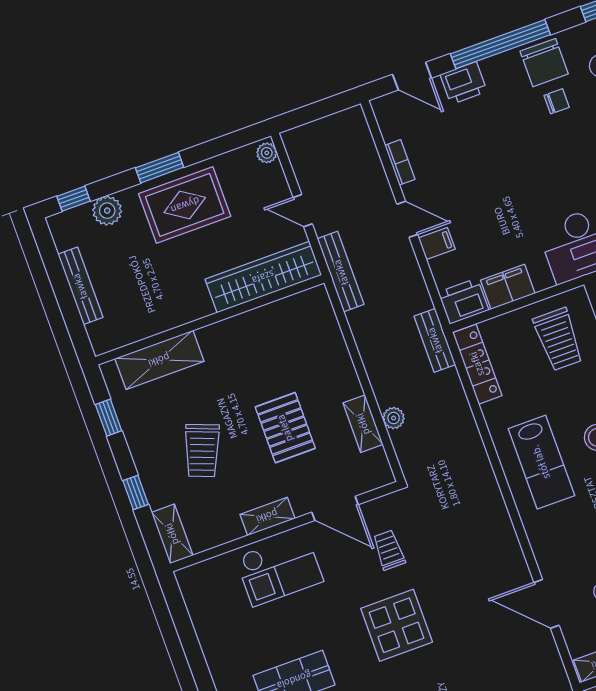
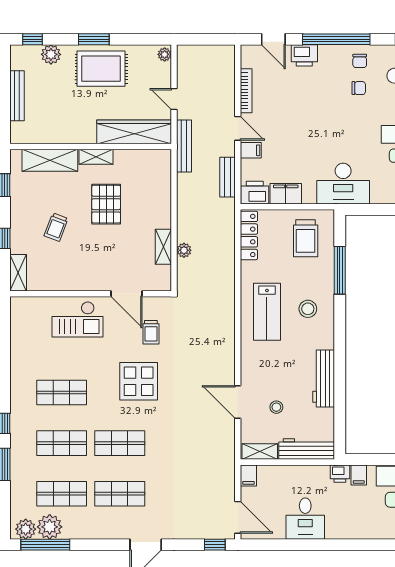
chair: (544, 63) -> (360, 61), width x0.54, depth x0.54
bookcase: (400, 162) -> (246, 91), width x1.56
bench: (435, 340) -> (228, 177), moved
pallet: (285, 428) -> (106, 204), moved
trolley: (202, 451) -> (56, 227), width x0.73, depth x0.72
shelving: (267, 516) -> (96, 157), moved
trolley: (389, 550) -> (151, 332), turned 180

